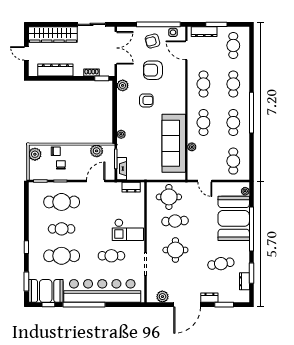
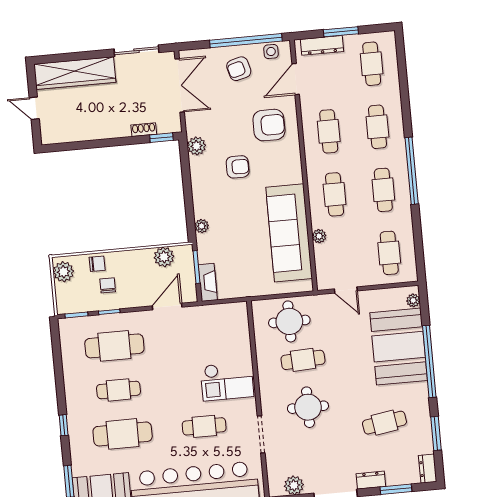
door: (186, 50) -> (296, 79), hinge flipped
dresser: (55, 70) -> (84, 131), removed
armchair: (153, 70) -> (269, 125), moved, turned 180
dresser: (131, 187) -> (226, 311), removed
dresser: (244, 281) -> (428, 469), moved

